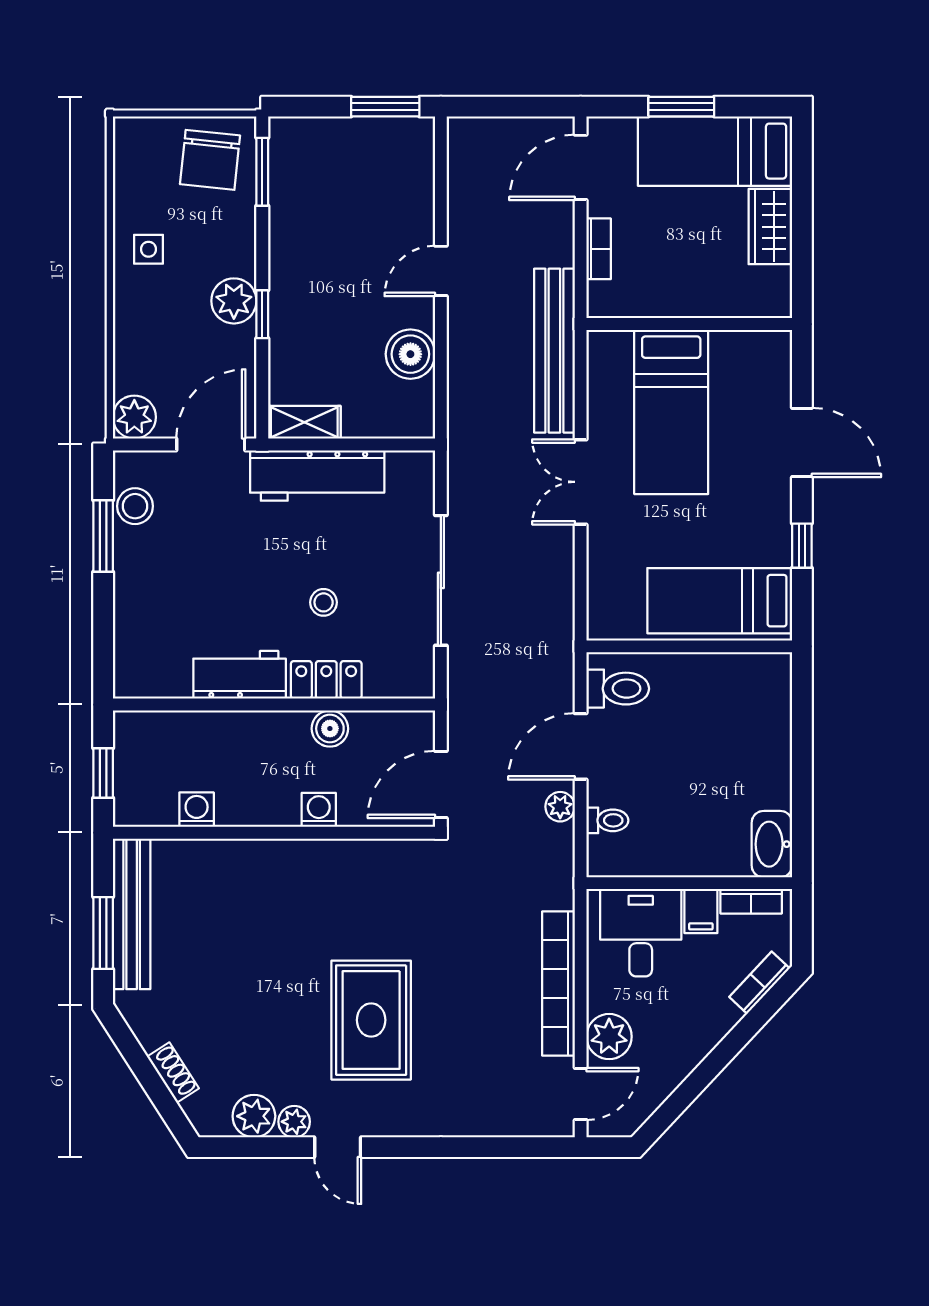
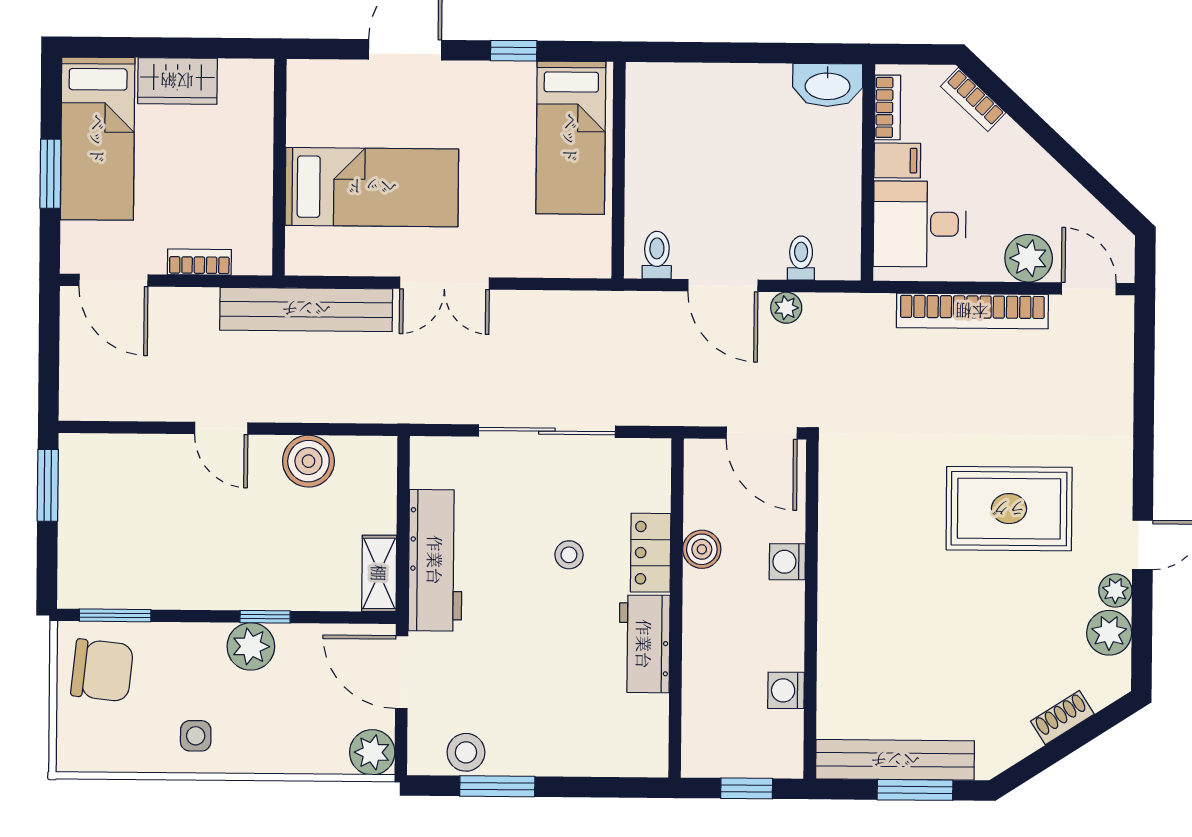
toilet: (618, 689) -> (657, 255), width x0.73, depth x0.72

